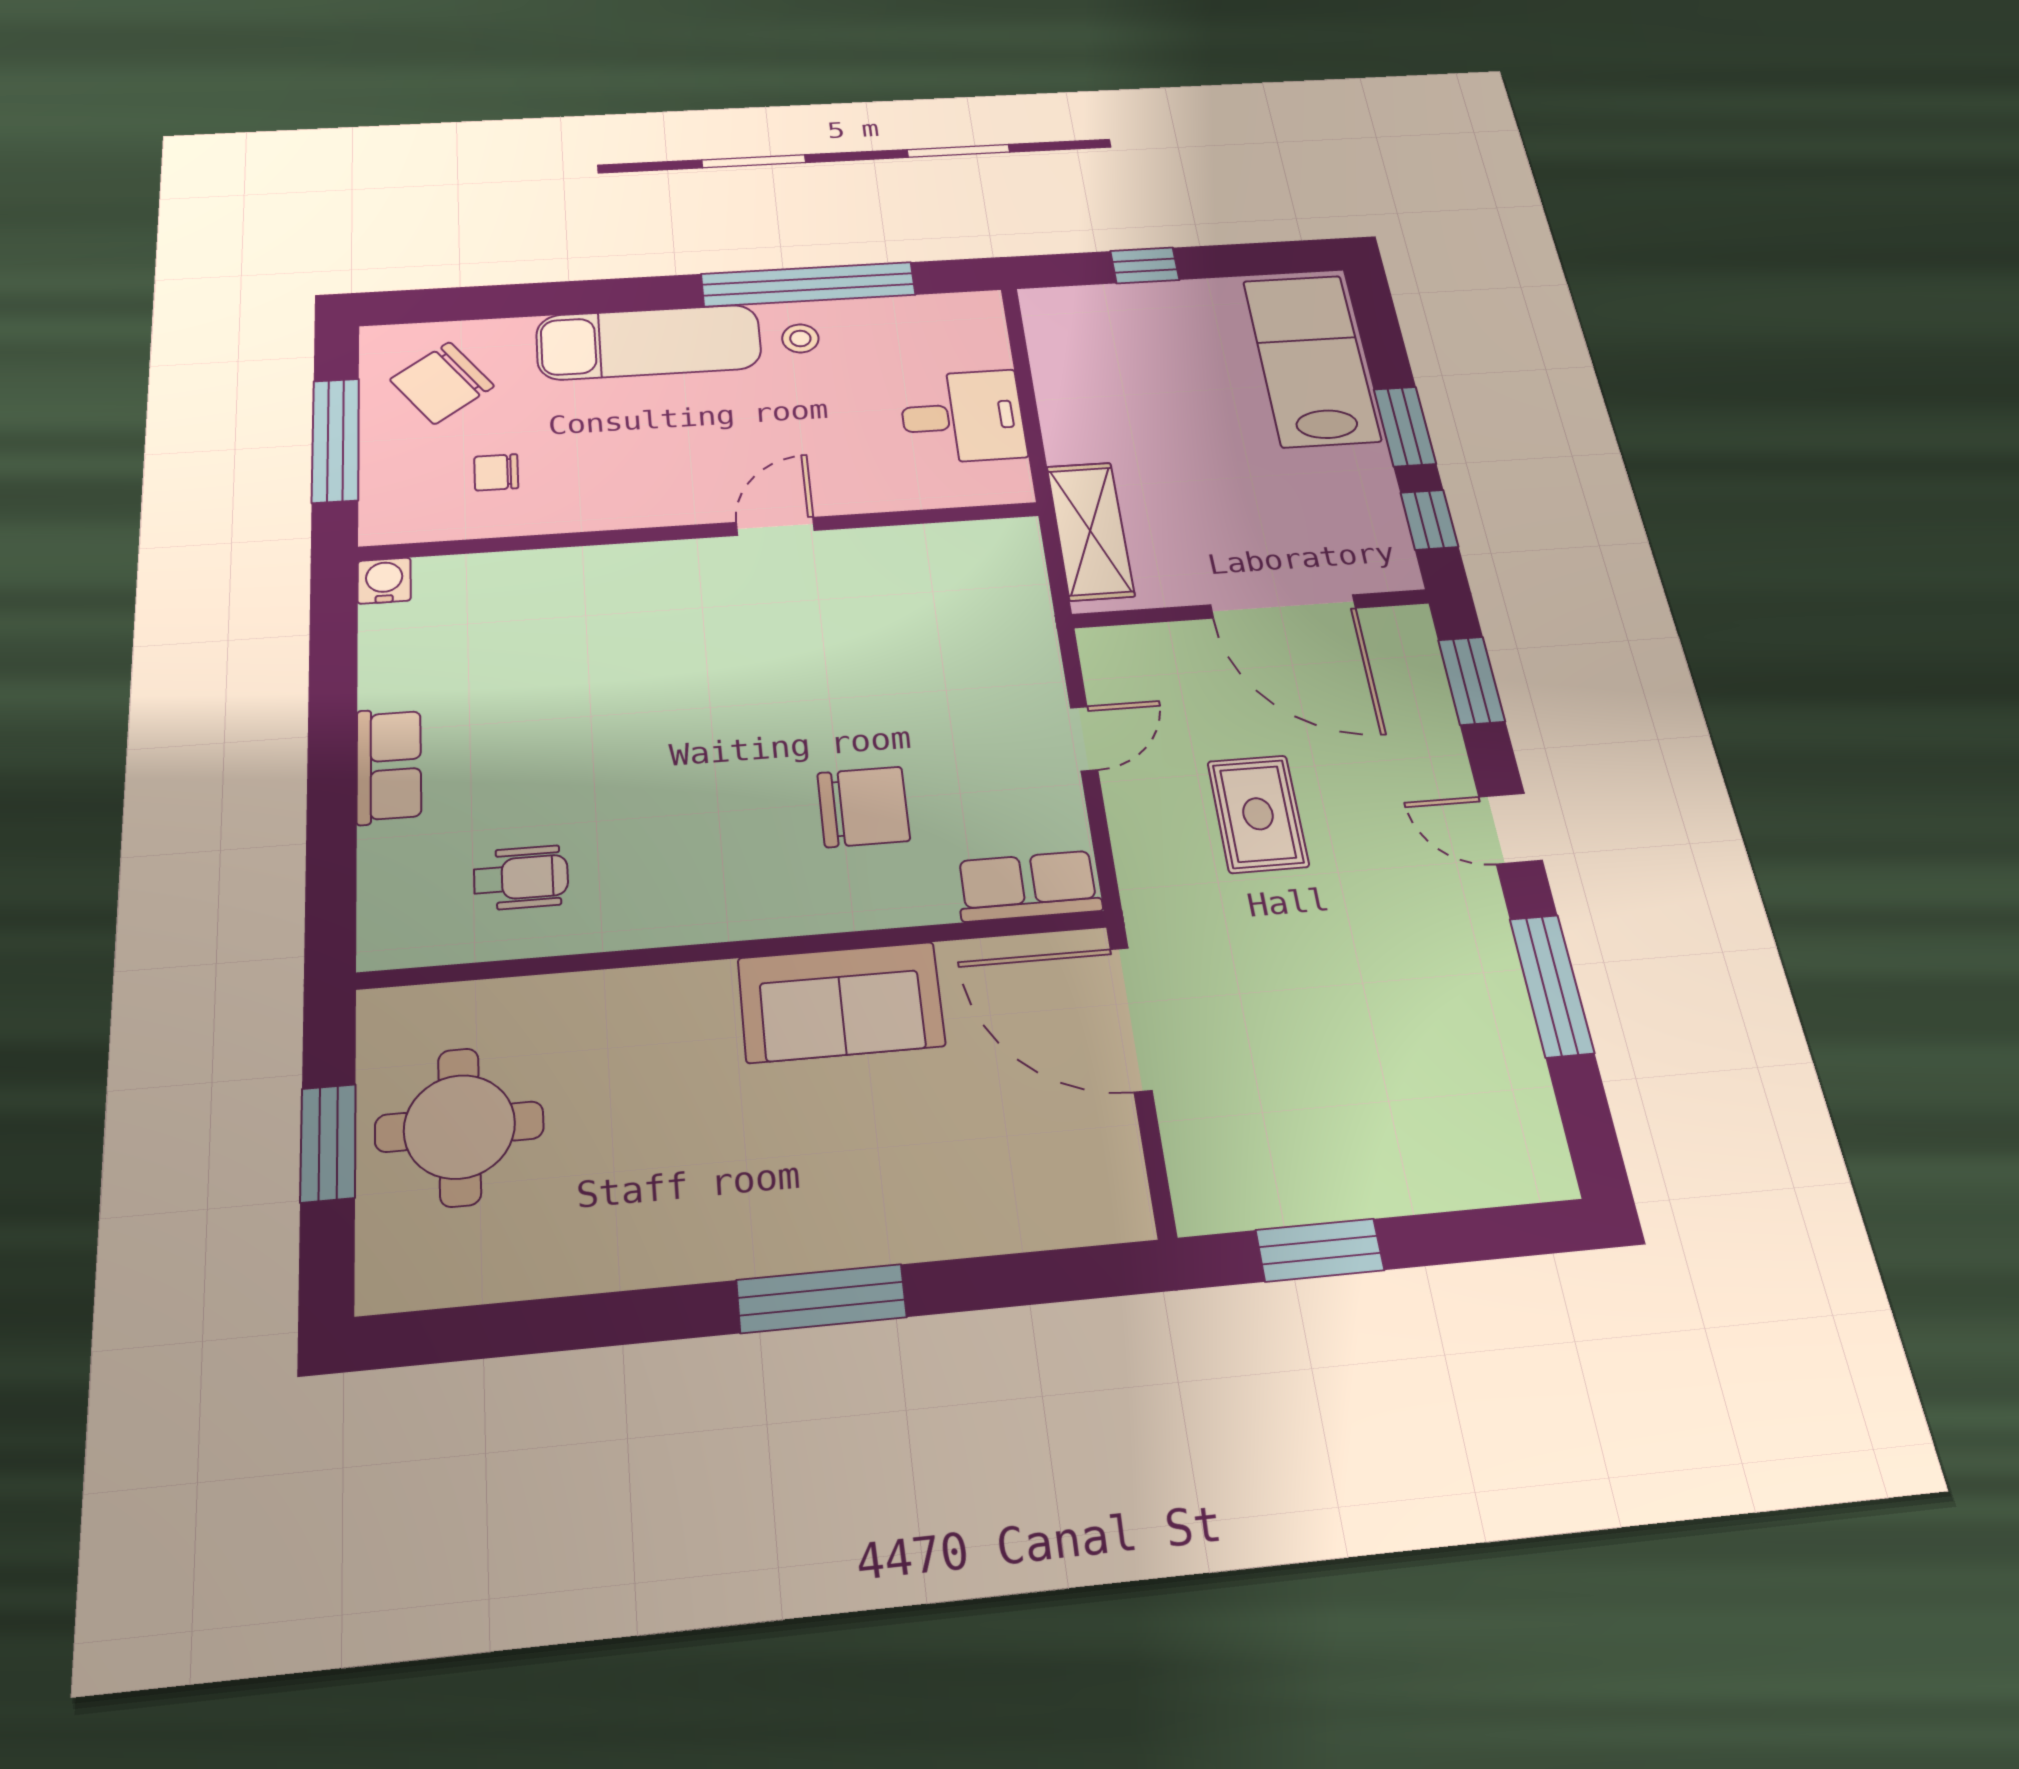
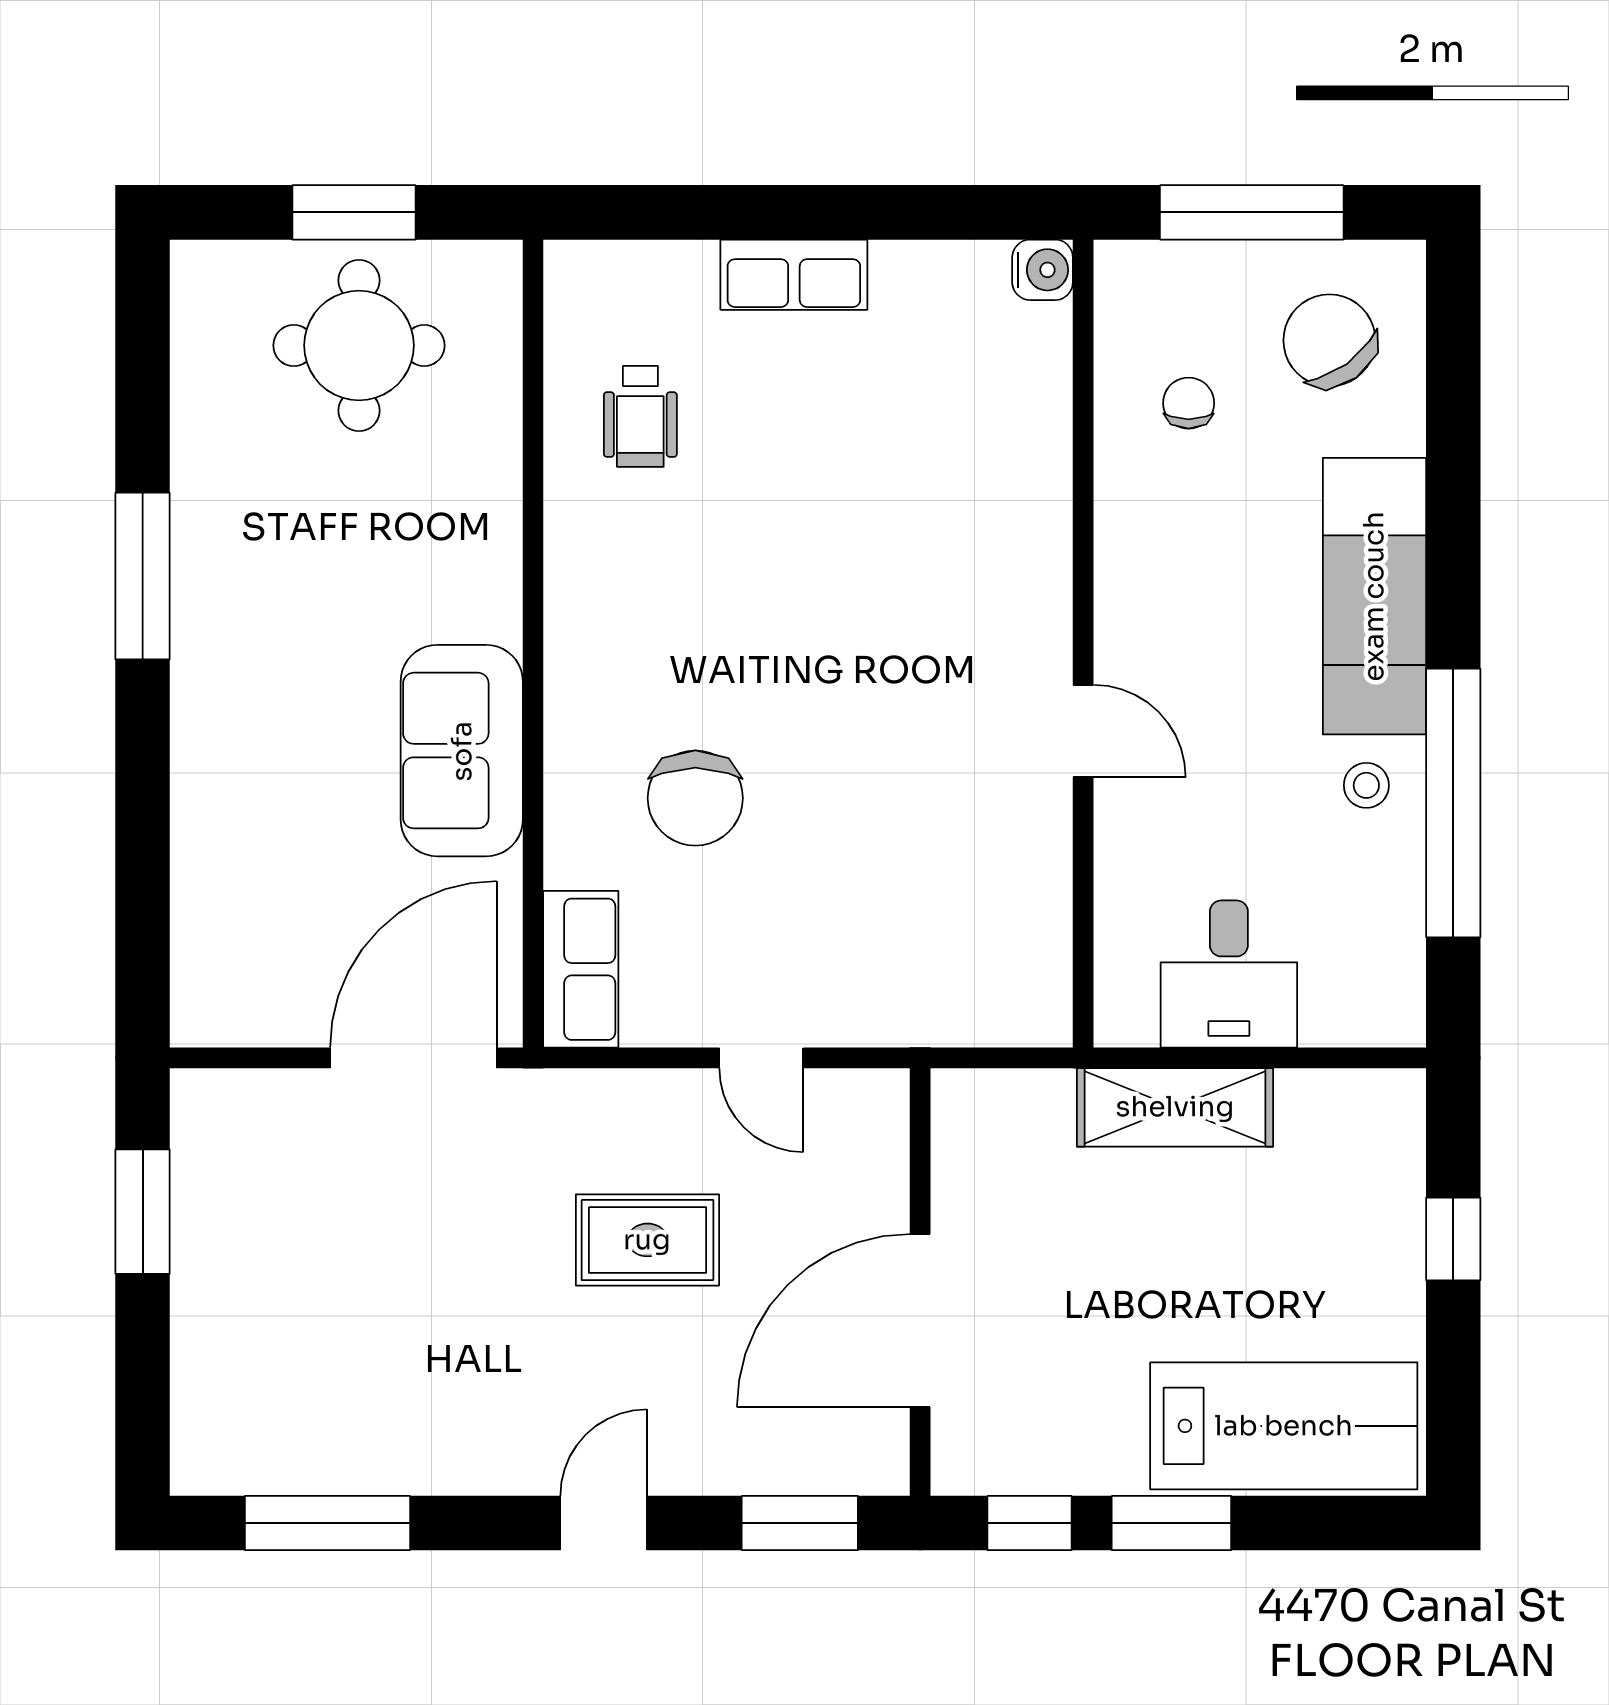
shelving: (1090, 531) -> (1175, 1107), moved
window: (1552, 986) -> (327, 1523), moved
window: (821, 1299) -> (143, 576), moved

